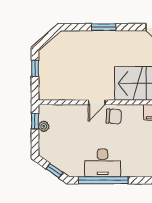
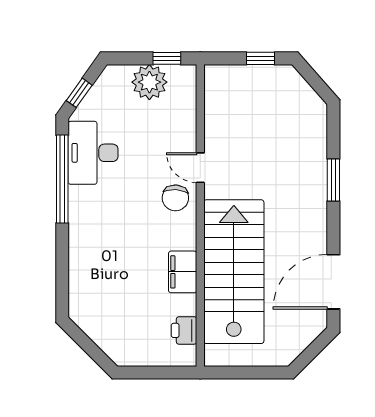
plant: (44, 126) -> (149, 82), width x1.88, depth x1.88
desk: (103, 163) -> (93, 153), moved

